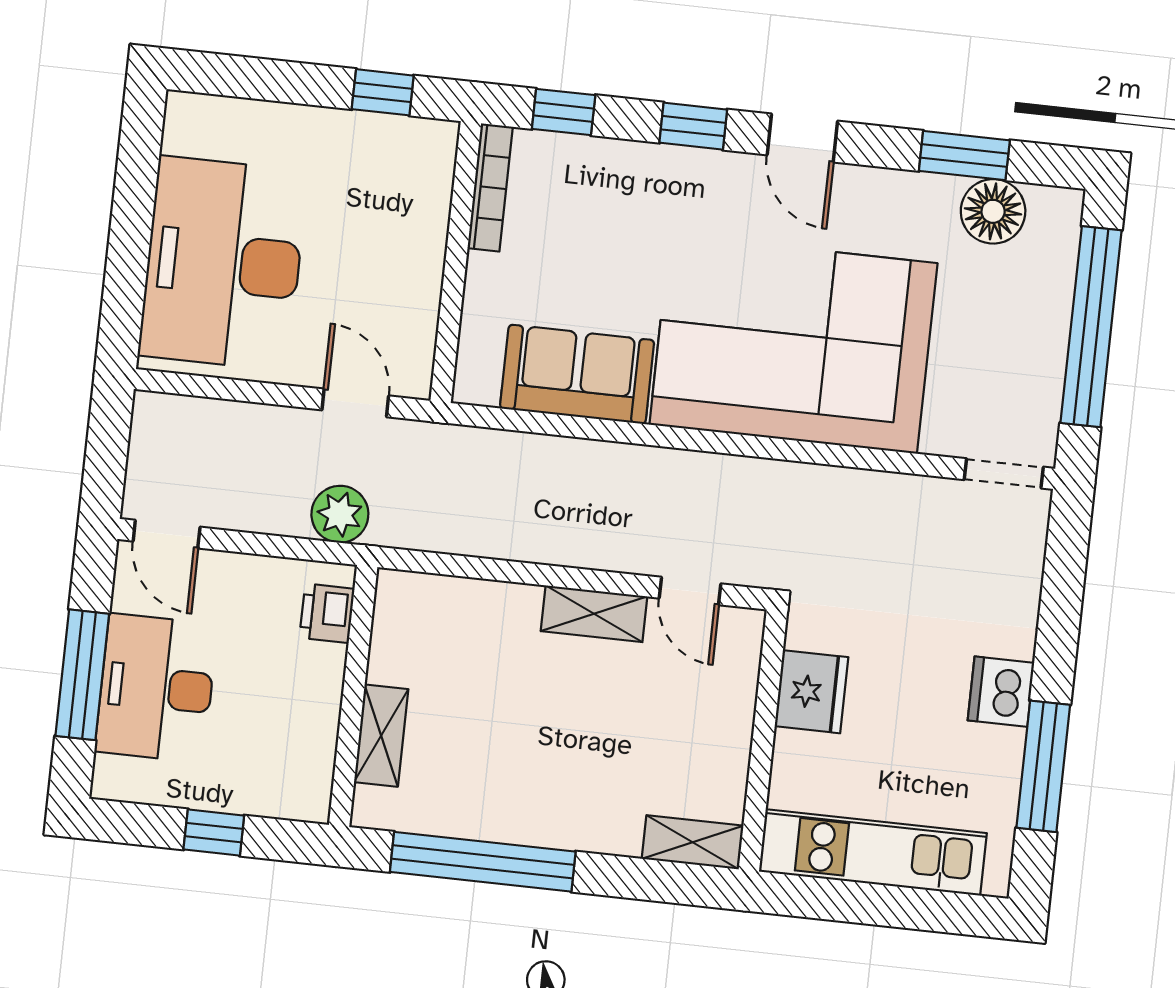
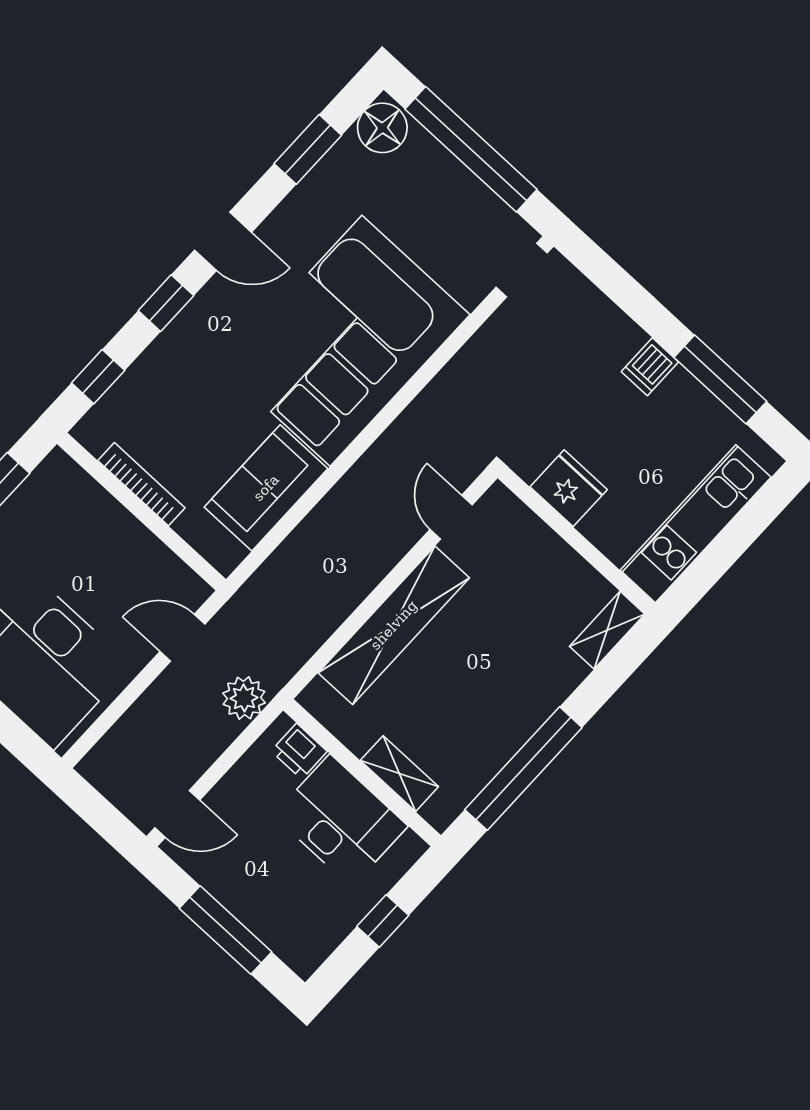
bookcase: (490, 187) -> (141, 484), moved
floor lamp: (993, 211) -> (382, 128), moved
door: (690, 591) -> (451, 517), swing flipped
shelving: (594, 614) -> (394, 625), width x2.20, depth x1.33
desk: (156, 688) -> (341, 821), moved, turned 180
dishwasher: (1001, 692) -> (650, 367), width x0.73

